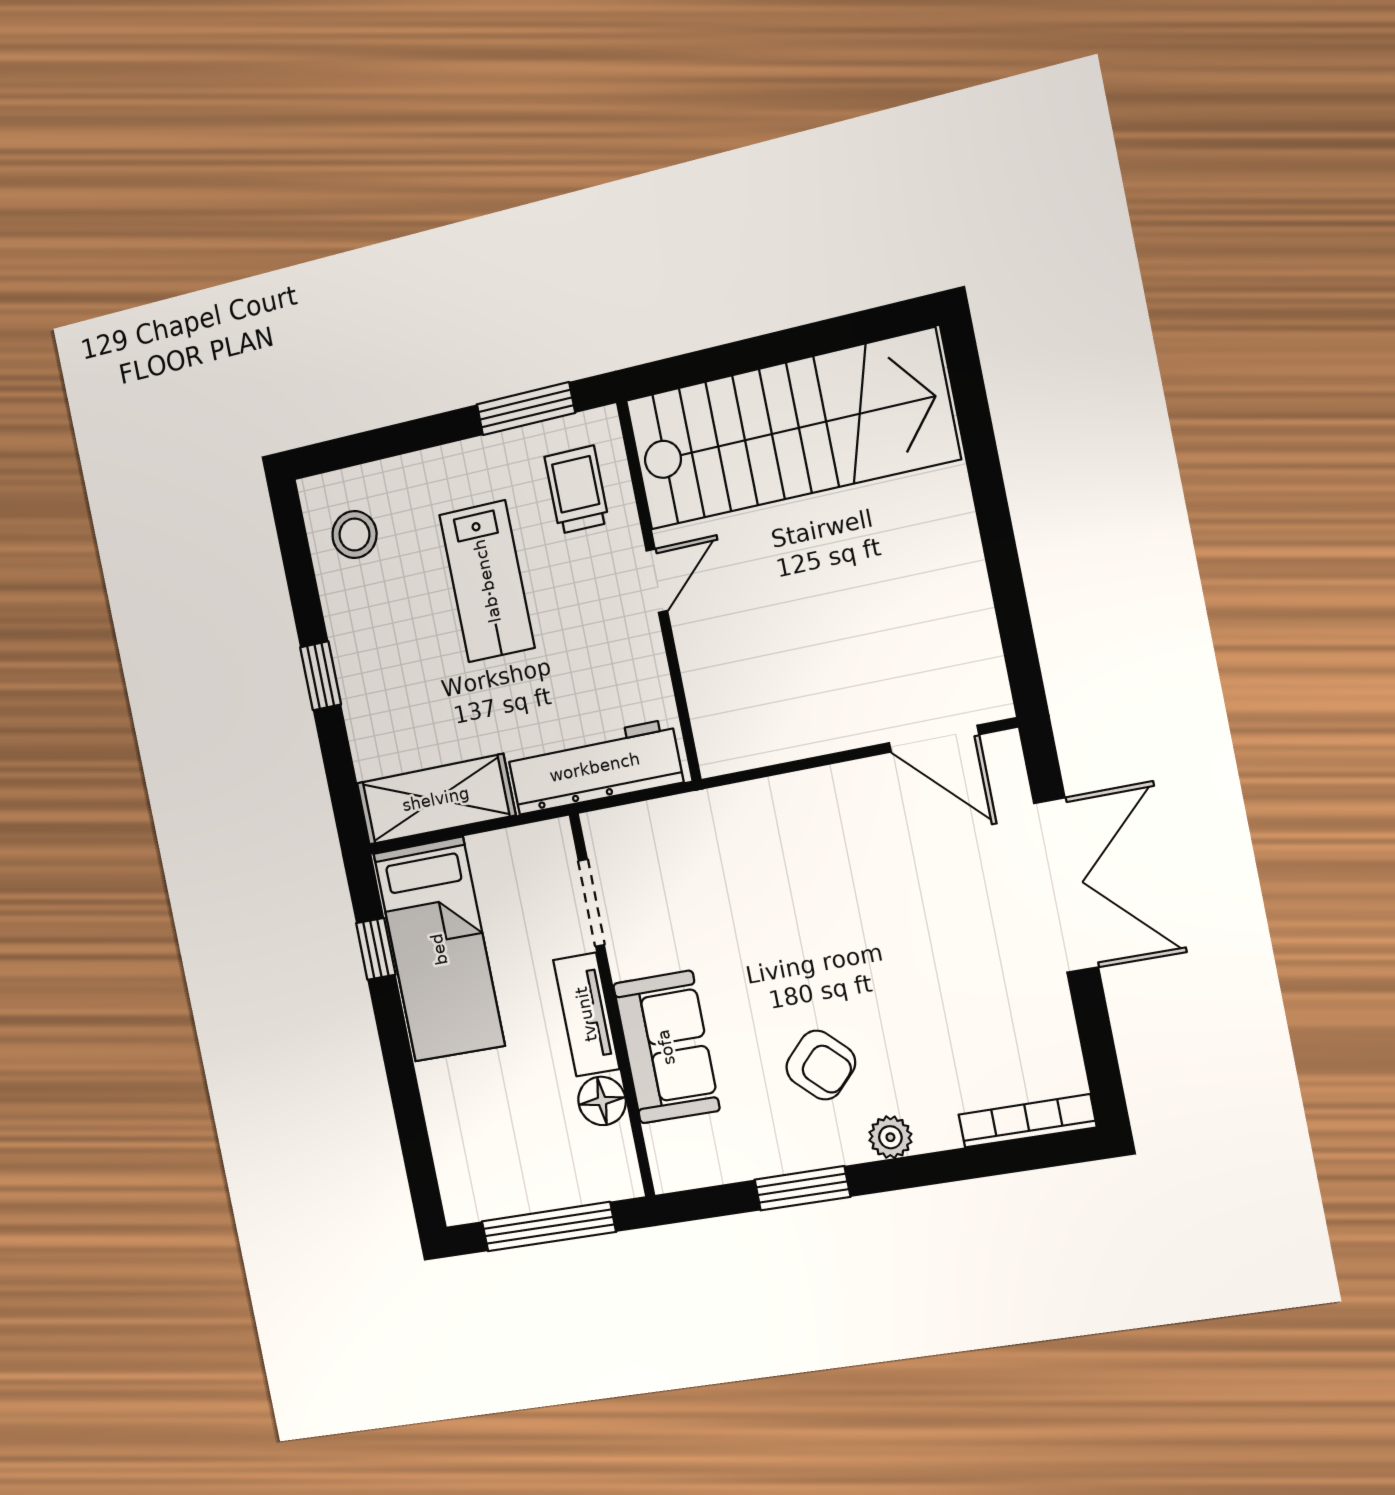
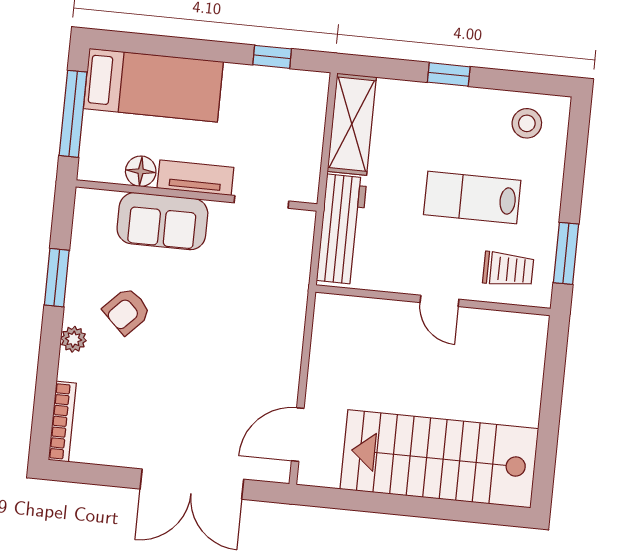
stairs: (791, 430) -> (439, 459), moved, turned 90
bed: (439, 949) -> (153, 85), moved, turned 180

